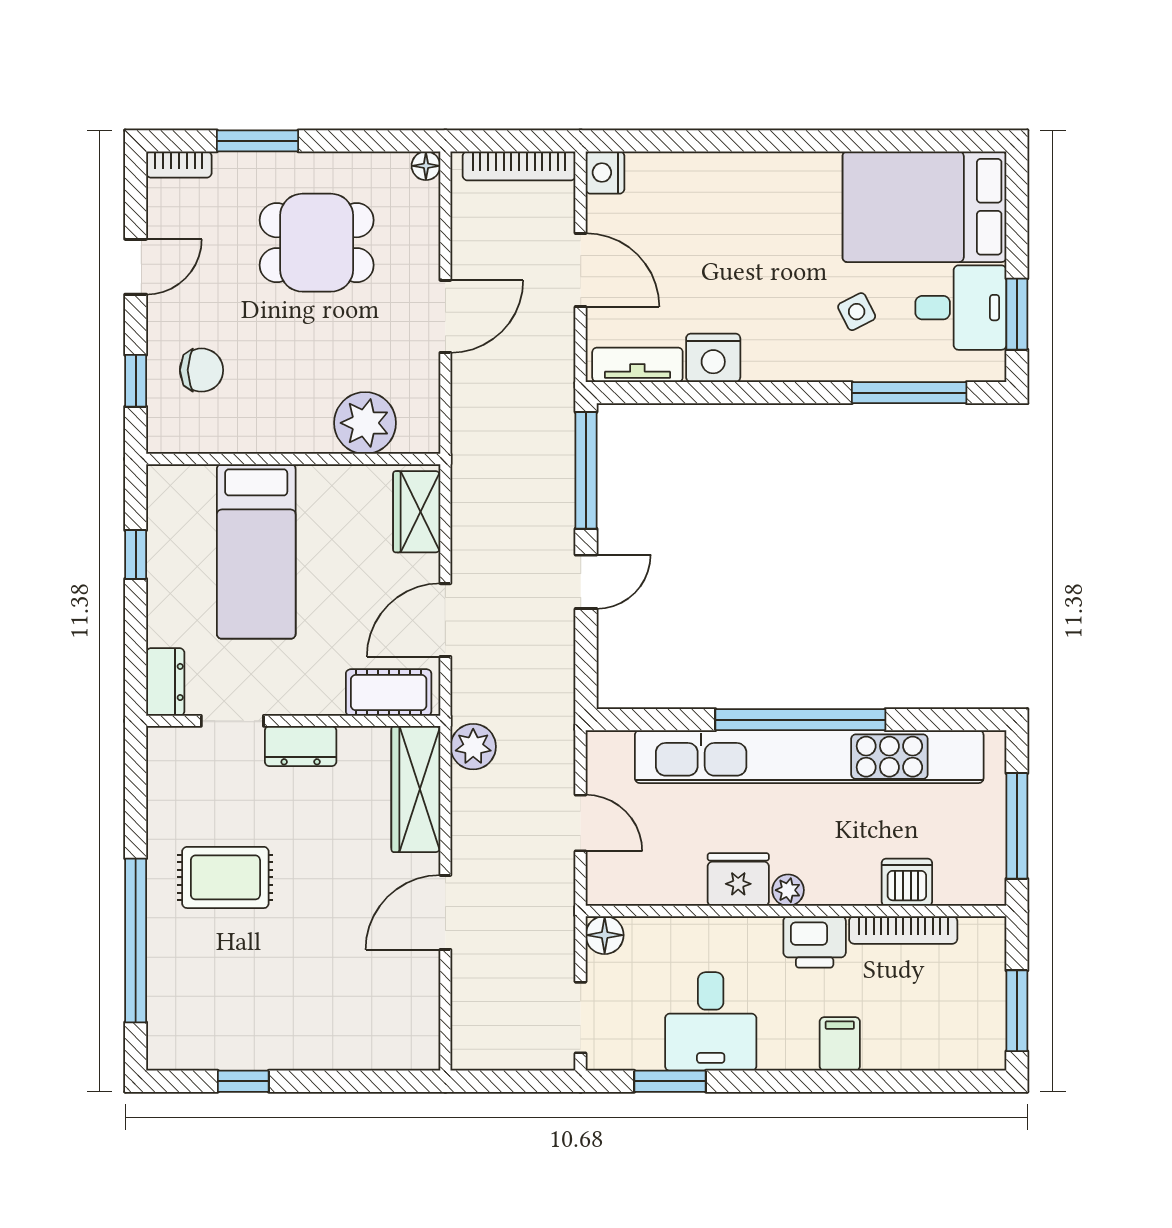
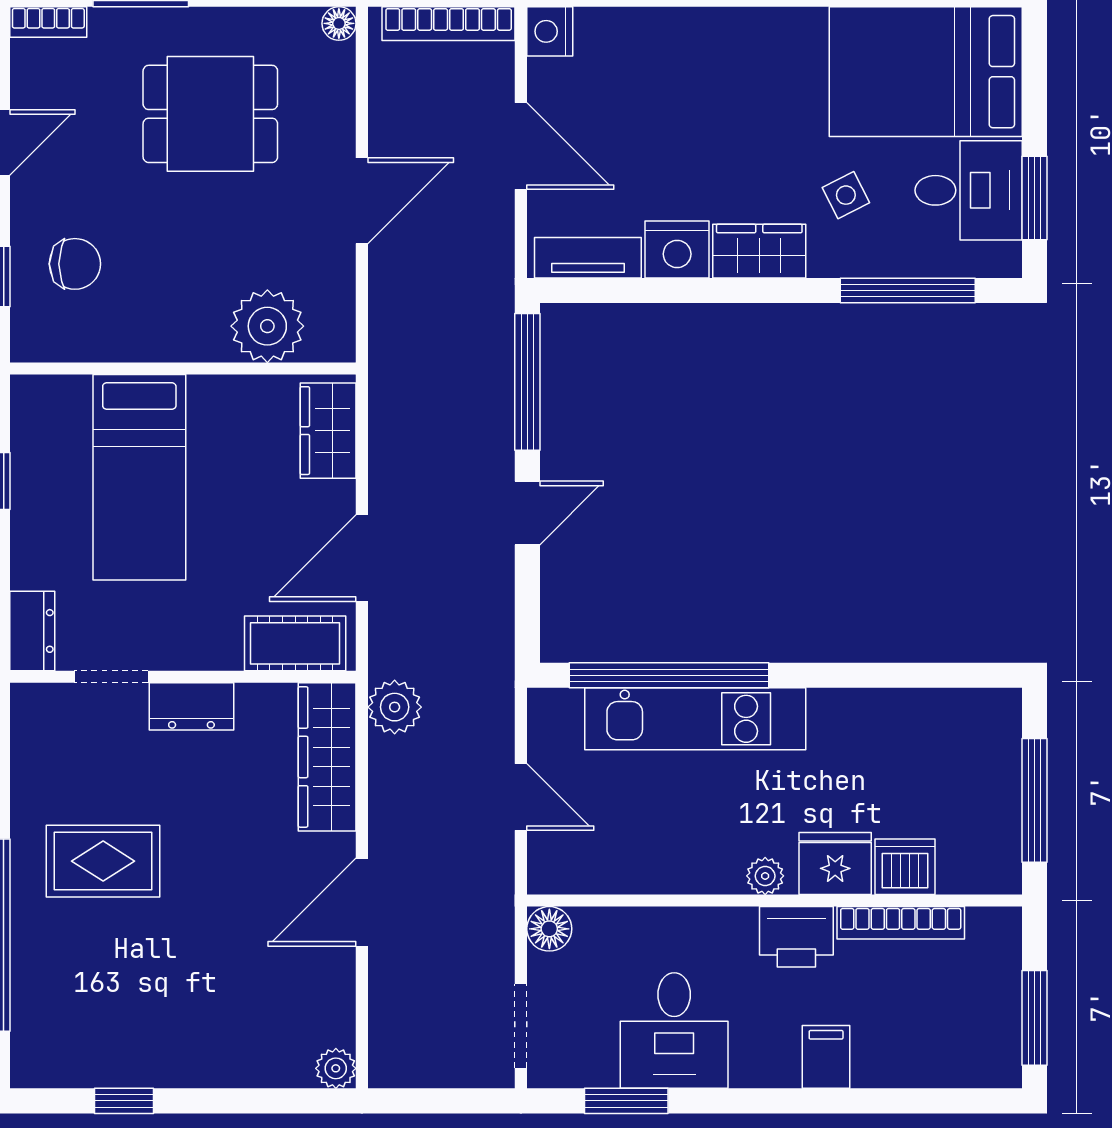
wardrobe: (783, 359) -> (759, 251), added
window: (800, 720) -> (669, 675), moved
kitchen unit: (809, 757) -> (695, 719), width x0.54
fridge: (738, 880) -> (835, 864), moved
plant: (423, 1054) -> (336, 1068), added

